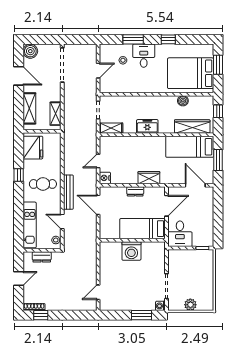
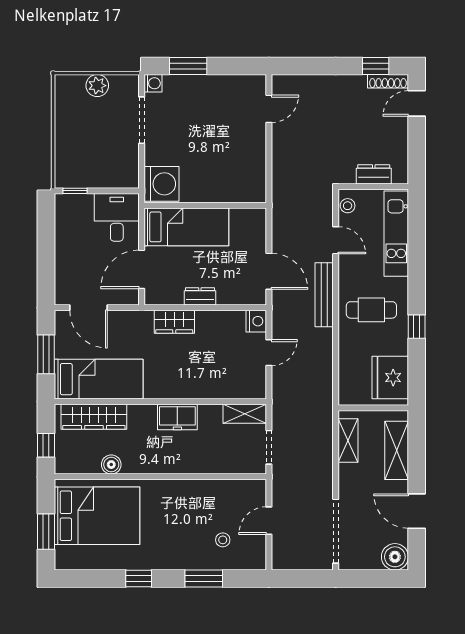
desk: (144, 56) -> (184, 548), removed
washing machine: (131, 251) -> (162, 184), moved, turned 90
door: (19, 278) -> (417, 103), moved

